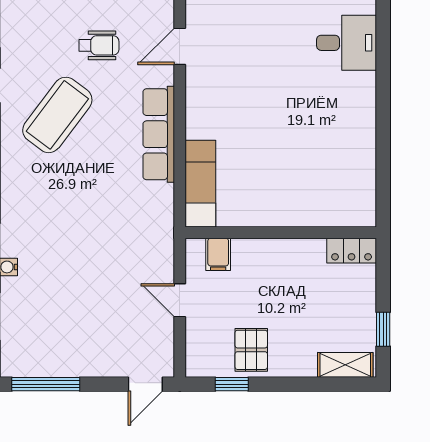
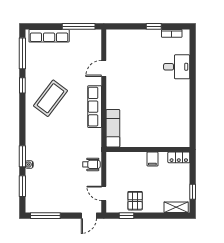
wheelchair: (99, 45) -> (91, 164), moved
filing cabinet: (218, 254) -> (152, 159), moved
door: (180, 300) -> (104, 193), moved

